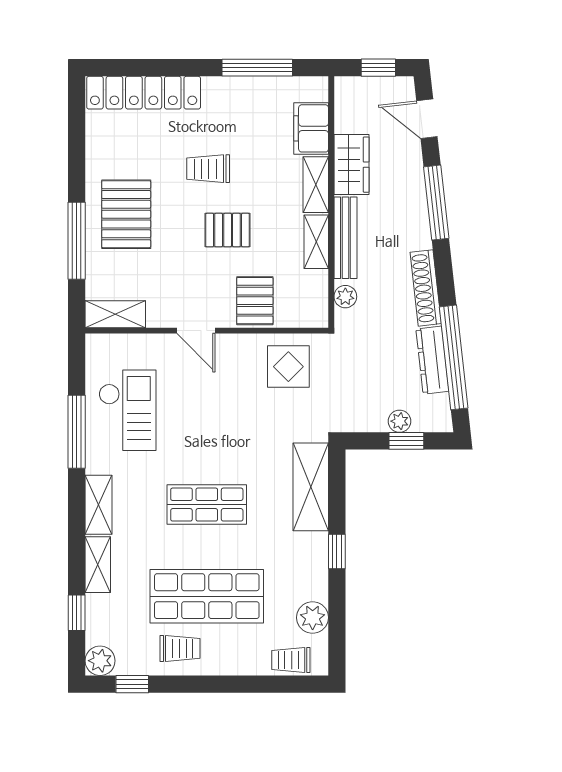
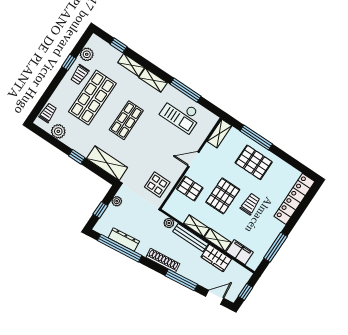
pallet: (228, 230) -> (223, 196), width x1.50, depth x1.42
shoe rack: (426, 288) -> (163, 260), moved
plant: (399, 421) -> (117, 201), moved
plant: (100, 661) -> (87, 54), moved
window: (132, 684) -> (69, 62), moved

